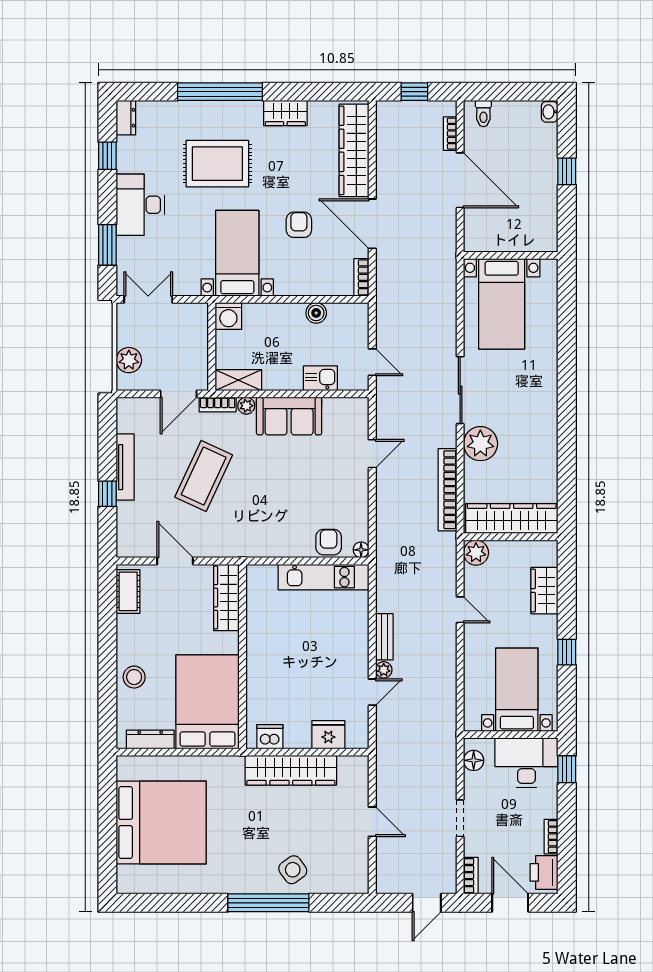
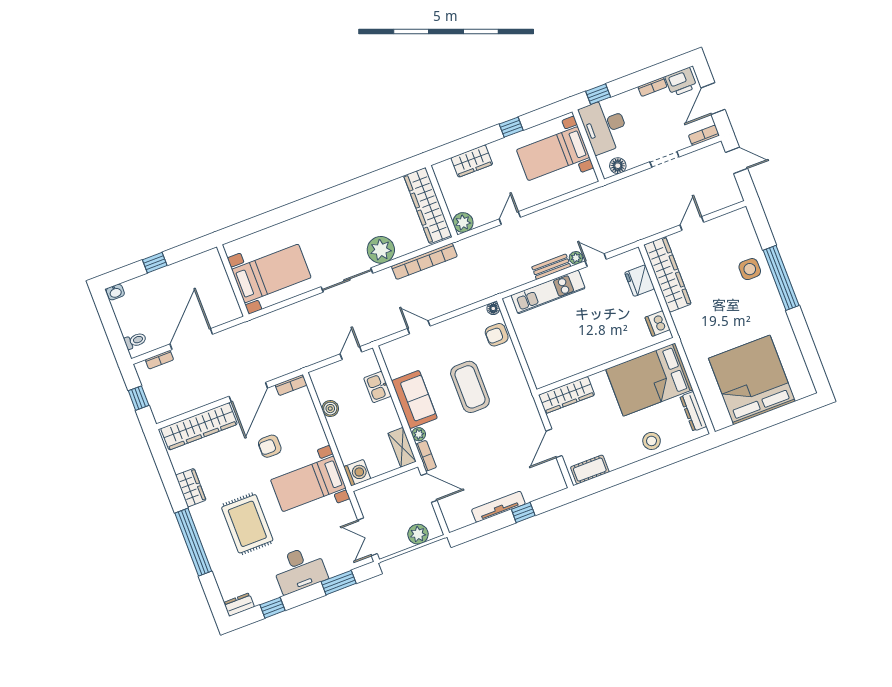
coffee table: (204, 476) -> (470, 387), moved, turned 65
kitchen unit: (324, 577) -> (548, 292), moved, turned 90
wardrobe: (291, 770) -> (667, 274), moved
side table: (293, 870) -> (750, 269), turned 36

